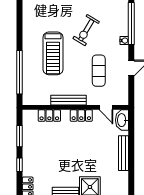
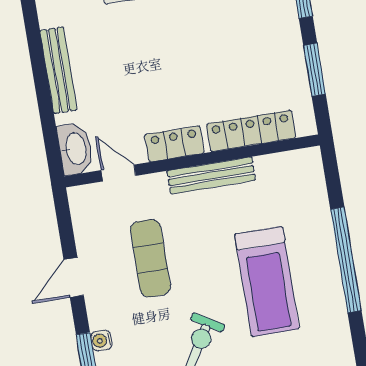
treadmill: (53, 53) -> (267, 282), turned 180
window: (19, 72) -> (346, 260), moved
locker: (49, 116) -> (251, 131), width x1.53

